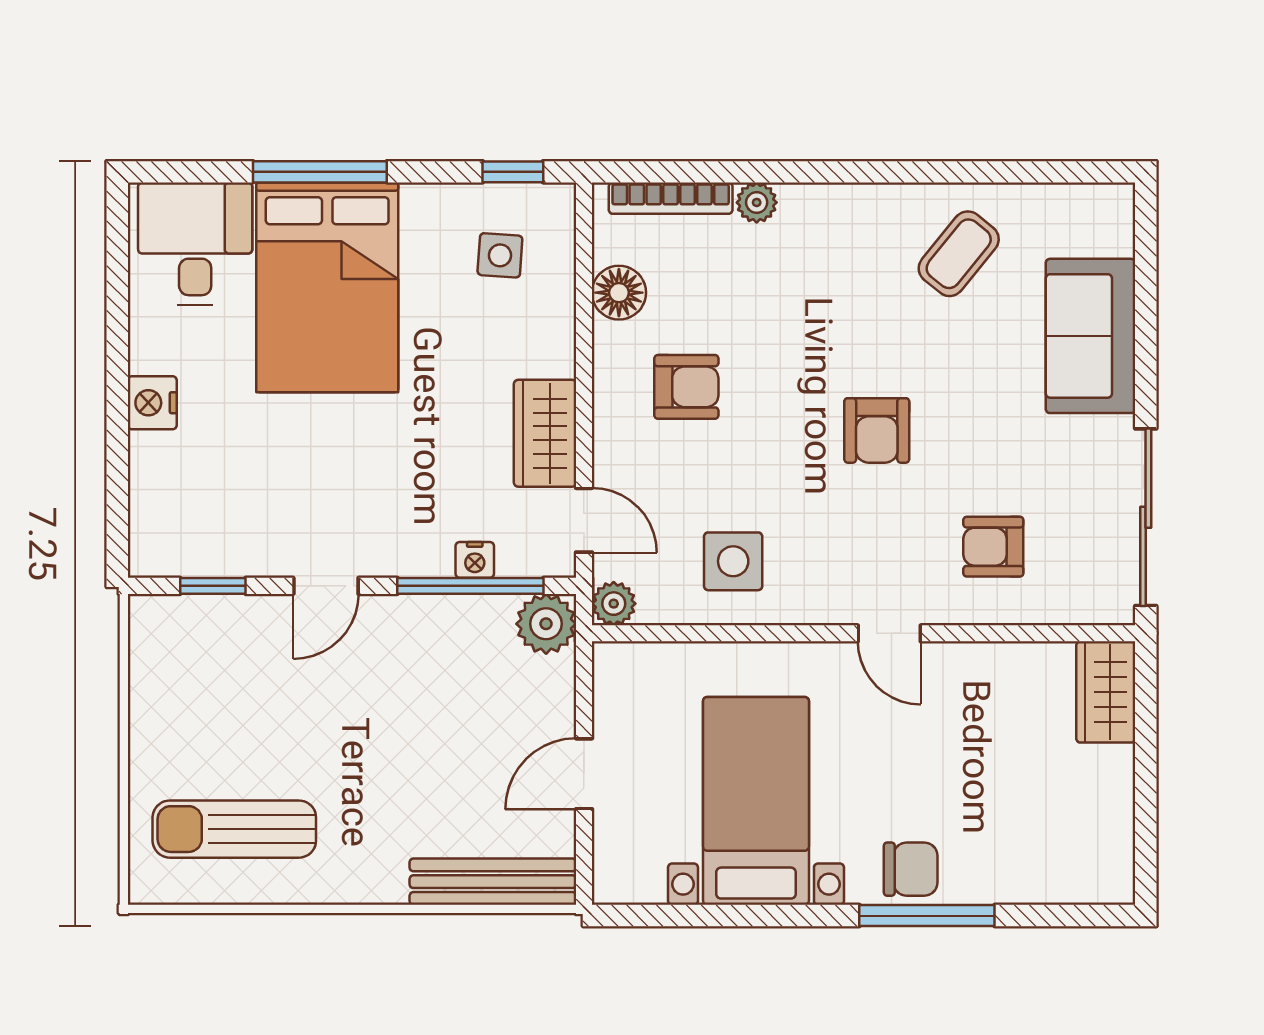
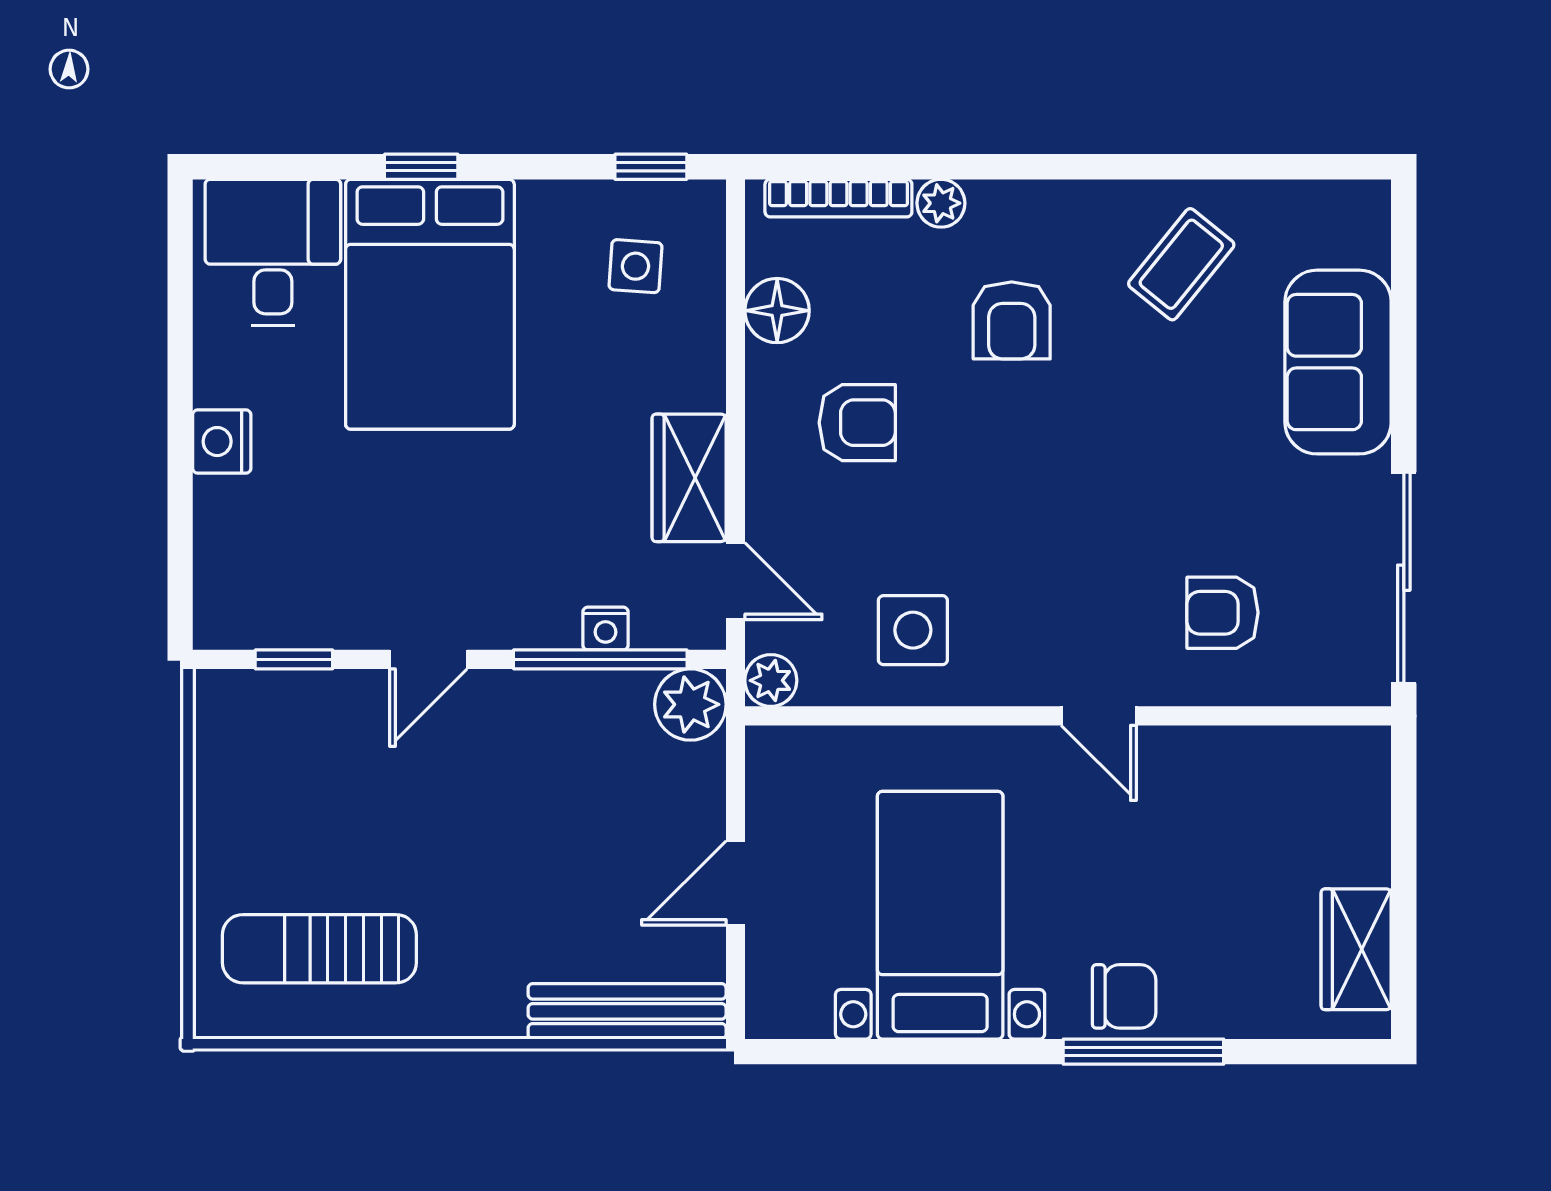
window: (320, 172) -> (421, 167), width x0.46
armchair: (877, 430) -> (1012, 320), moved
wardrobe: (1106, 692) -> (1356, 949), moved

